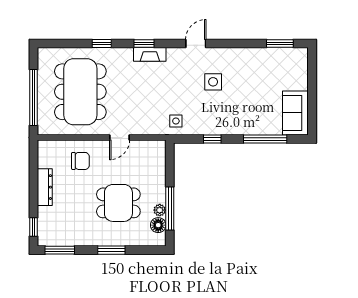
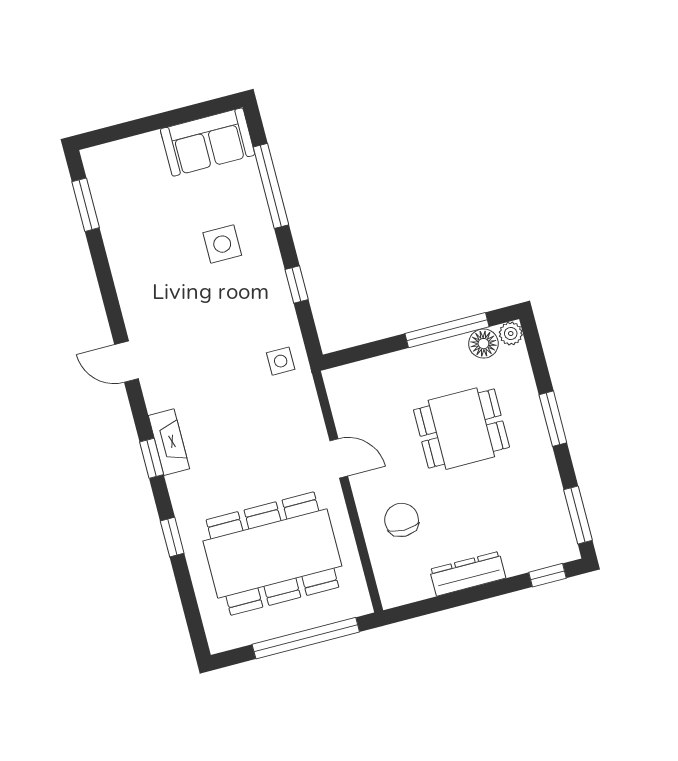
side table: (213, 82) -> (222, 244), moved
dining table: (118, 203) -> (461, 429), turned 90
plant: (160, 210) -> (511, 333), moved

